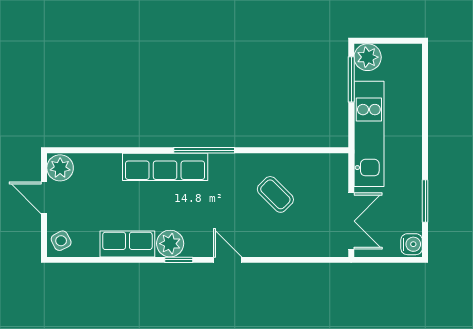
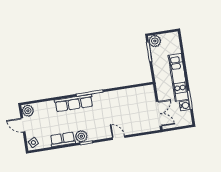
kitchen unit: (369, 134) -> (178, 77), moved, turned 180
coffee table: (275, 194) -> (124, 107), removed
water cooler: (412, 244) -> (185, 106), moved
door: (228, 260) -> (119, 138), moved

